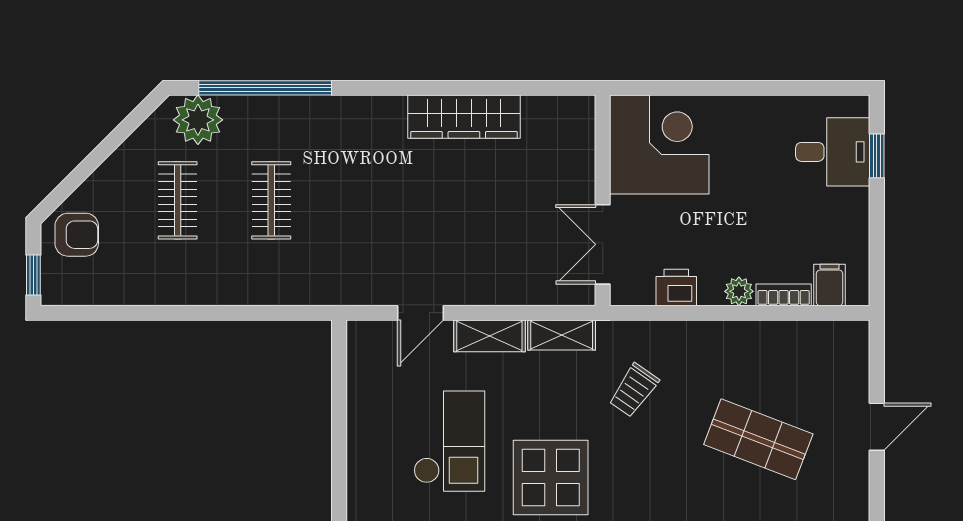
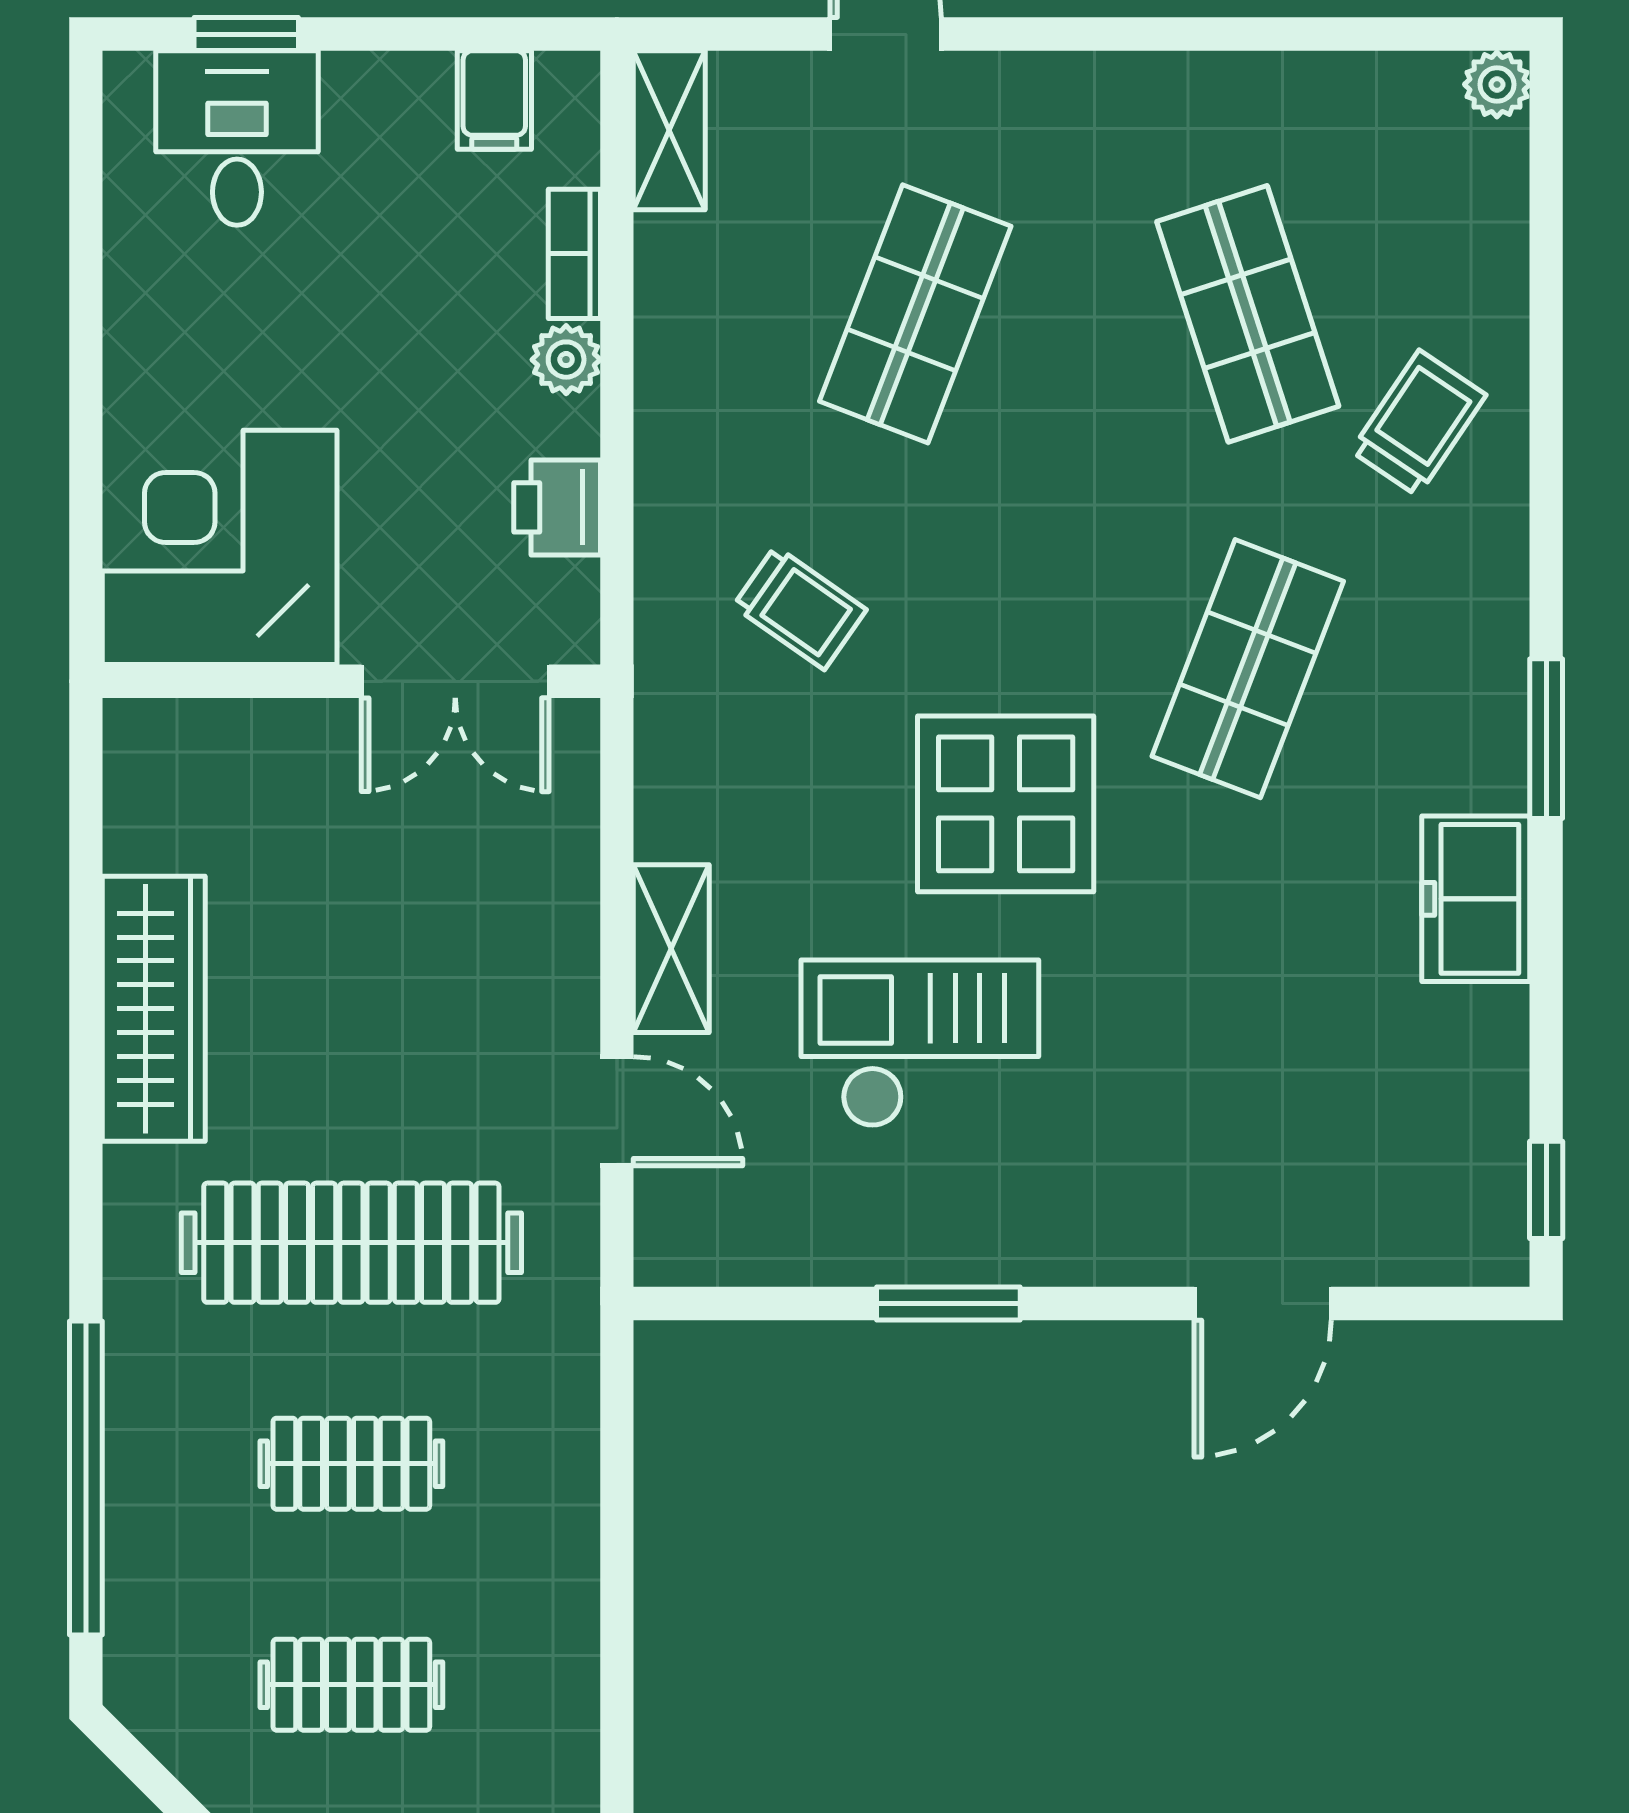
plant: (198, 120) -> (161, 1637), removed
clothes rail: (365, 200) -> (351, 1243), added
filing cabinet: (830, 285) -> (494, 100), moved, turned -90
shelving: (562, 335) -> (669, 130), moved
window: (339, 453) -> (948, 1303), added

